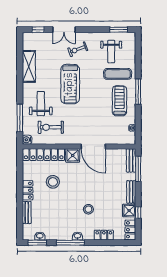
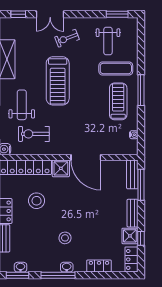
stool: (88, 209) -> (65, 238), moved

